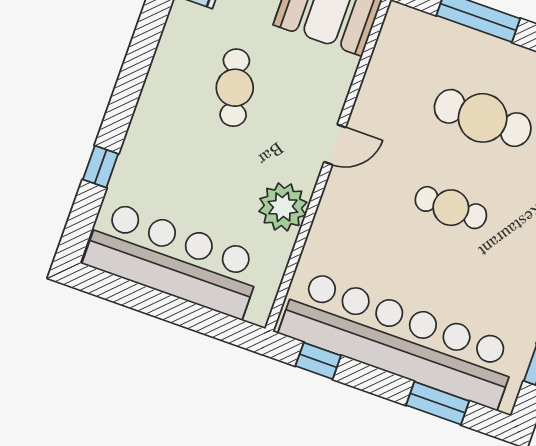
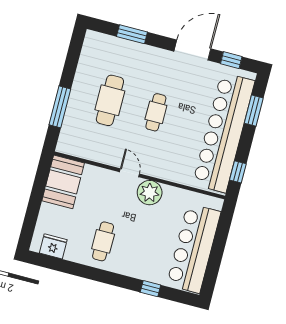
cafe table: (235, 88) -> (103, 241), moved, turned -74
plant: (283, 207) -> (150, 193), moved

